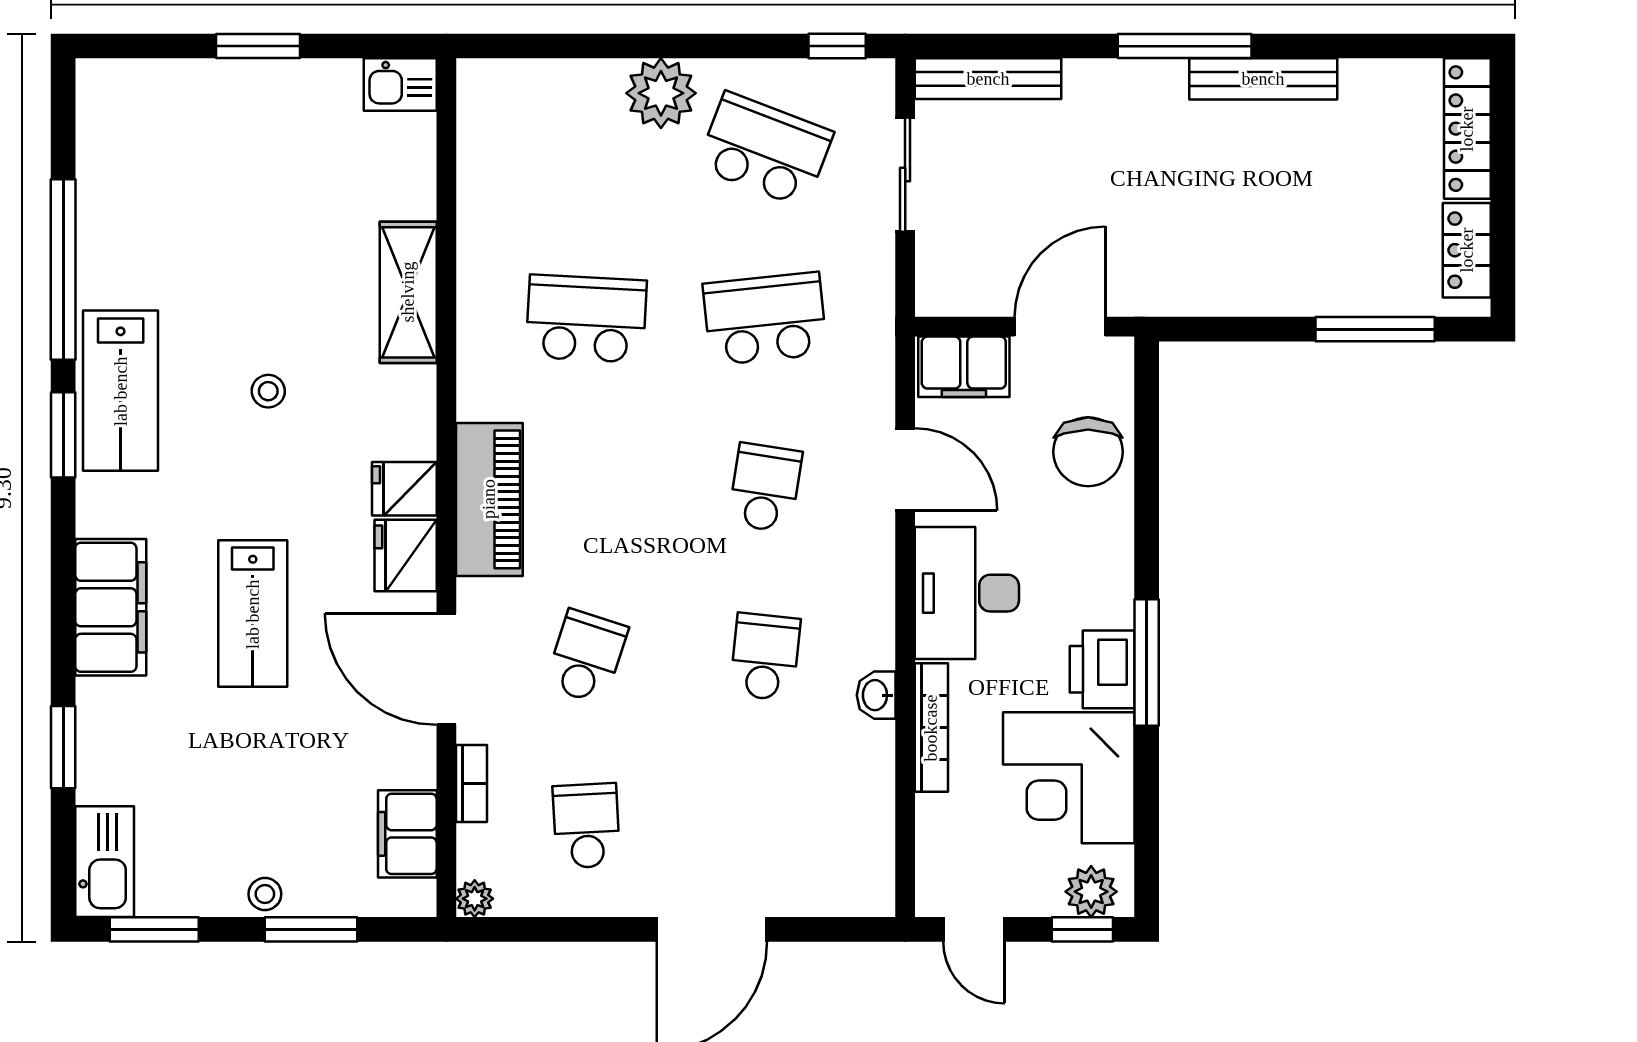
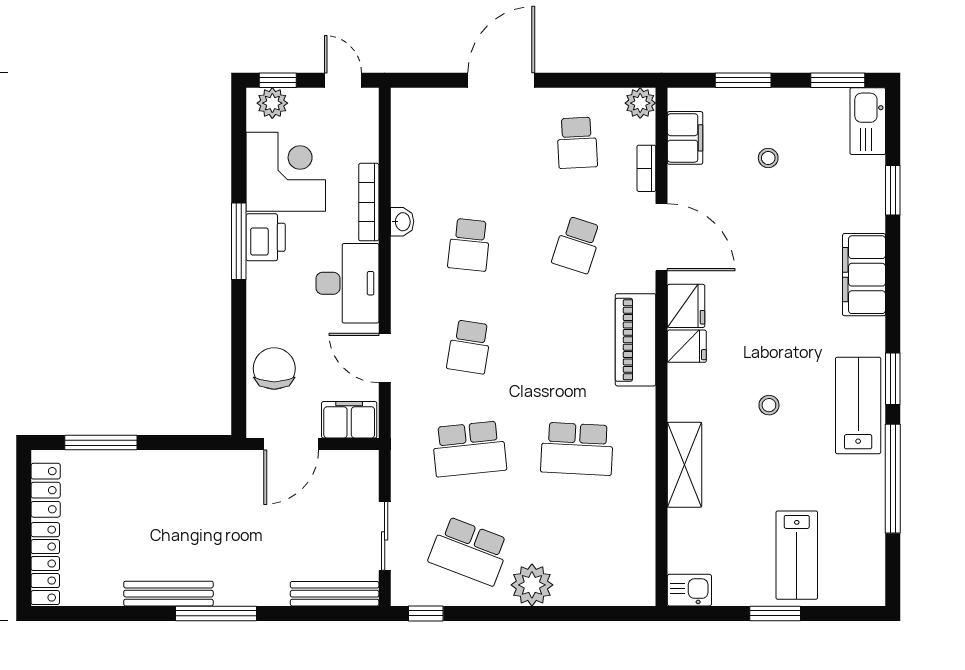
lab bench: (253, 614) -> (797, 555), moved, turned 180
stool: (265, 894) -> (768, 158), moved
plant: (475, 899) -> (640, 103), width x1.38, depth x1.38

